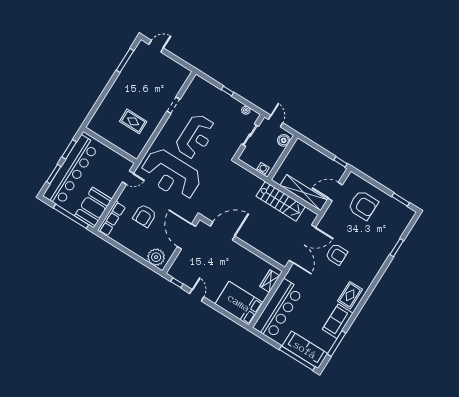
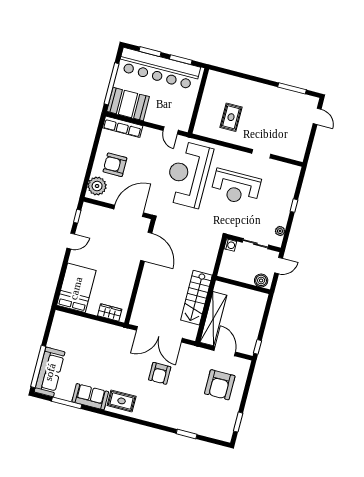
washing machine: (263, 169) -> (230, 245), moved
armchair: (145, 216) -> (115, 165), moved
bar counter: (278, 309) -> (83, 331), removed

